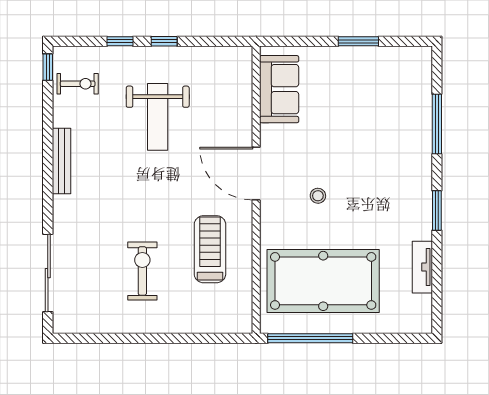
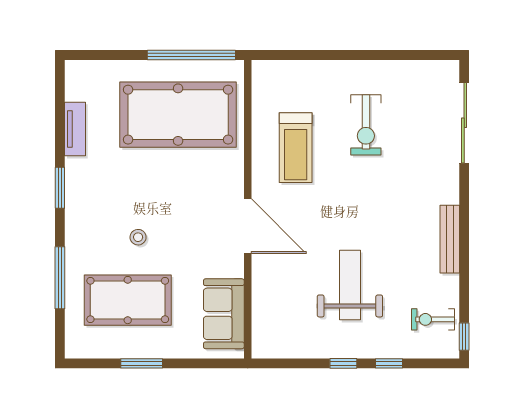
pool table: (372, 102) -> (128, 300), added
stool: (318, 196) -> (138, 237), moved

